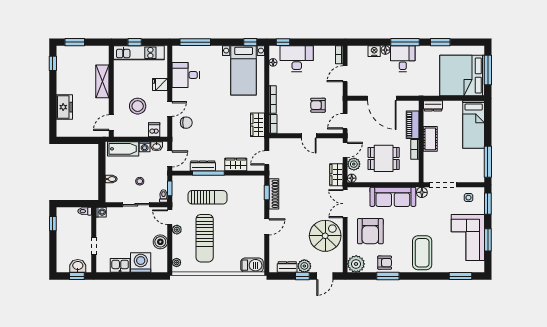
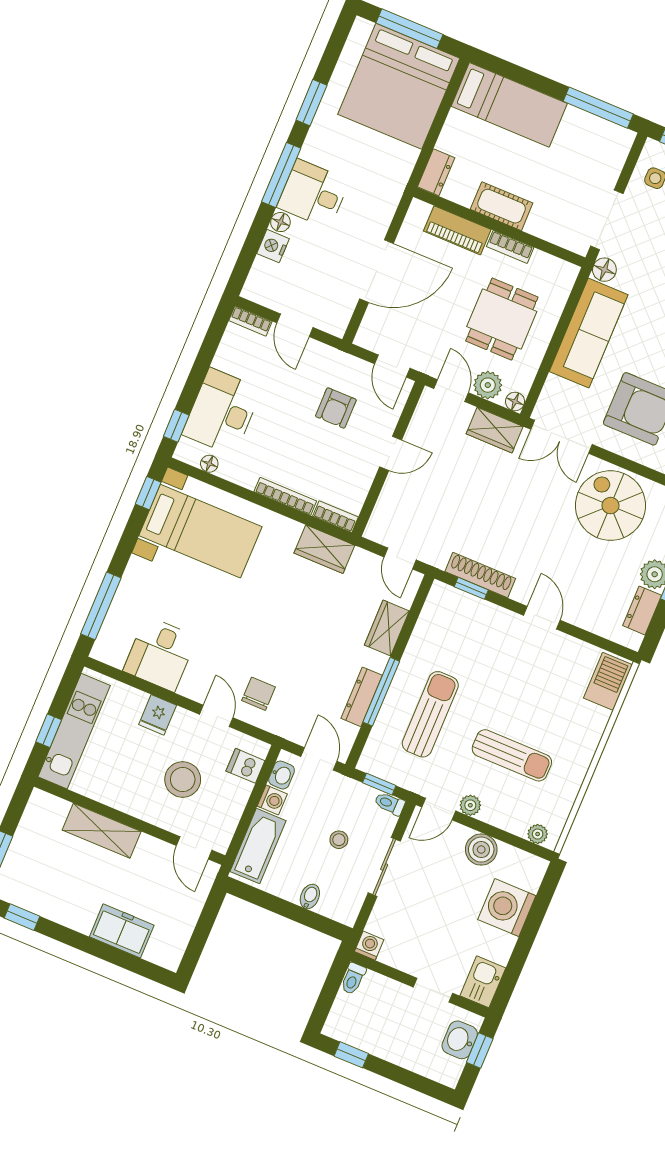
sun lounger: (205, 238) -> (512, 755), width x0.73, depth x0.75
kitchen sink: (120, 265) -> (483, 982), moved

